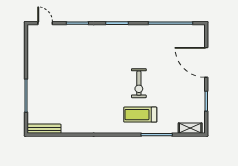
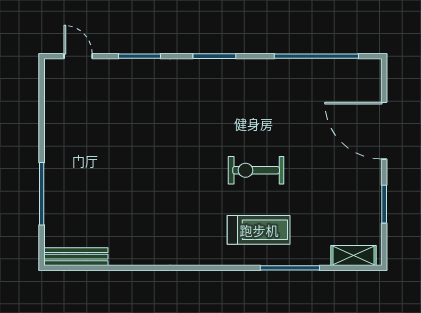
exercise bike: (139, 83) -> (256, 170), turned 90
treadmill: (140, 115) -> (259, 230), turned 180

